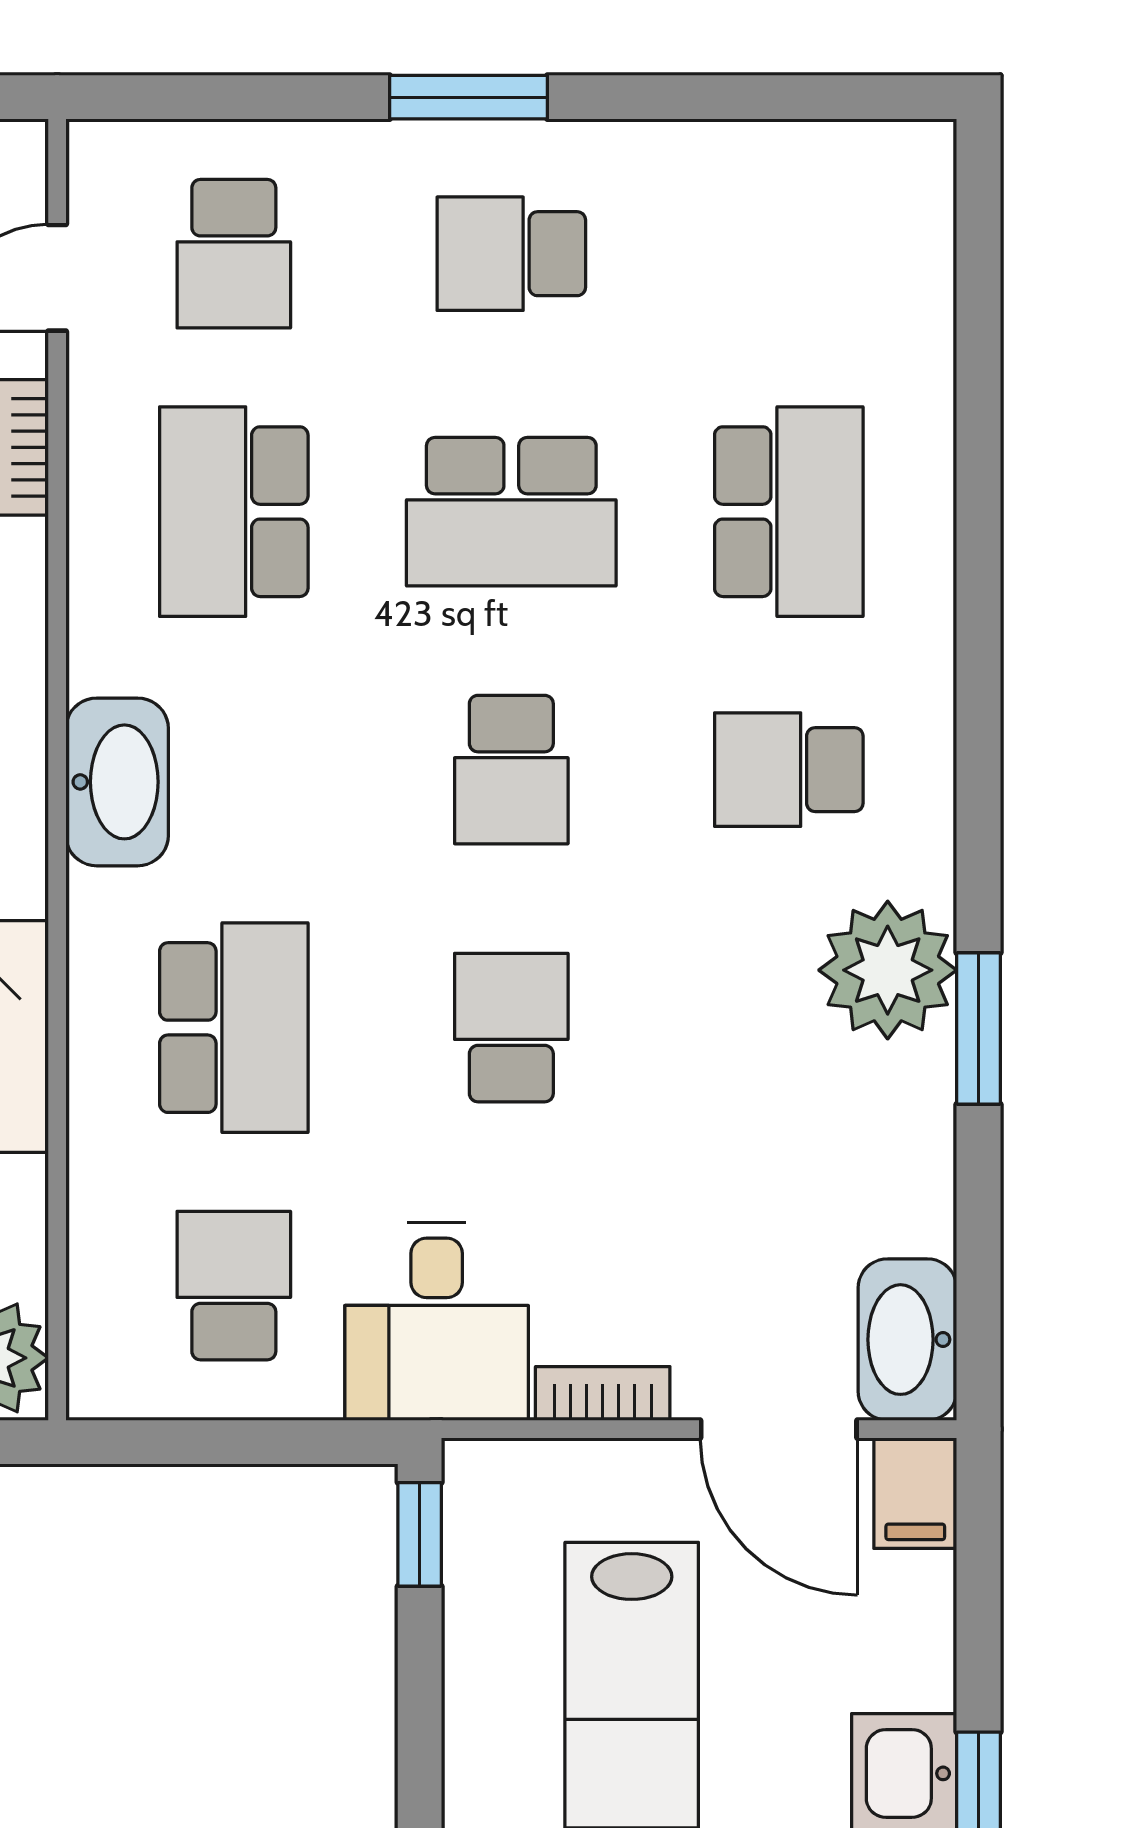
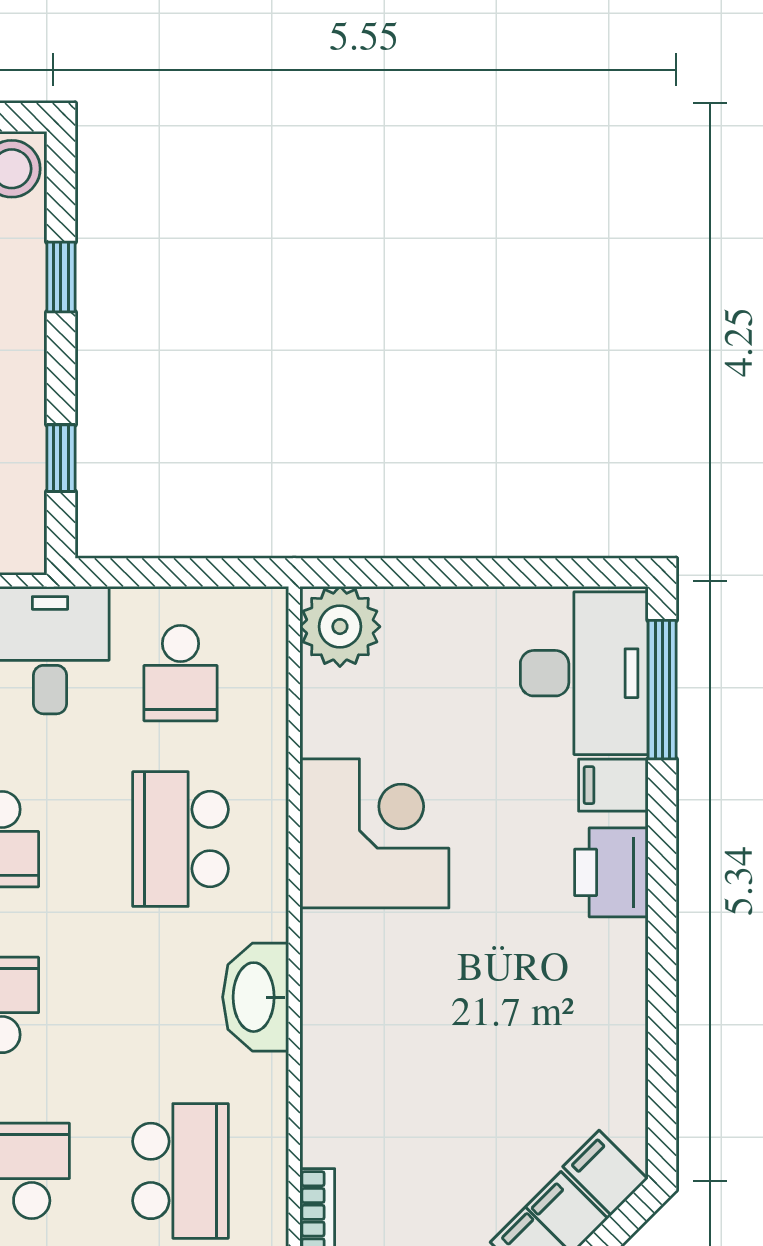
window: (420, 1534) -> (61, 458), moved

